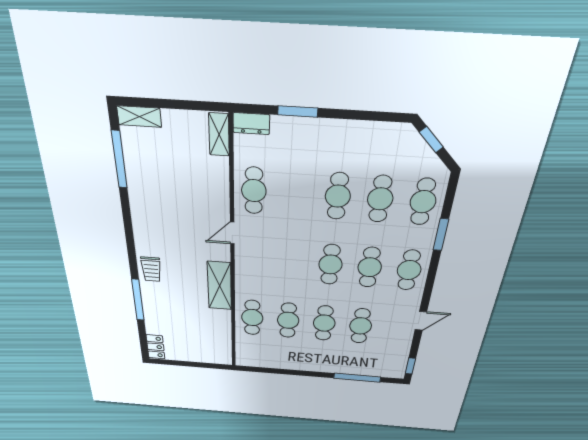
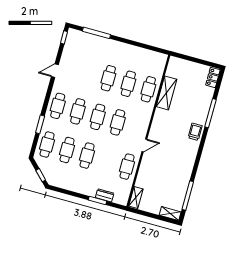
dresser: (251, 124) -> (105, 195), moved
shelving: (220, 286) -> (167, 93), moved
cafe table: (361, 326) -> (118, 122), moved

